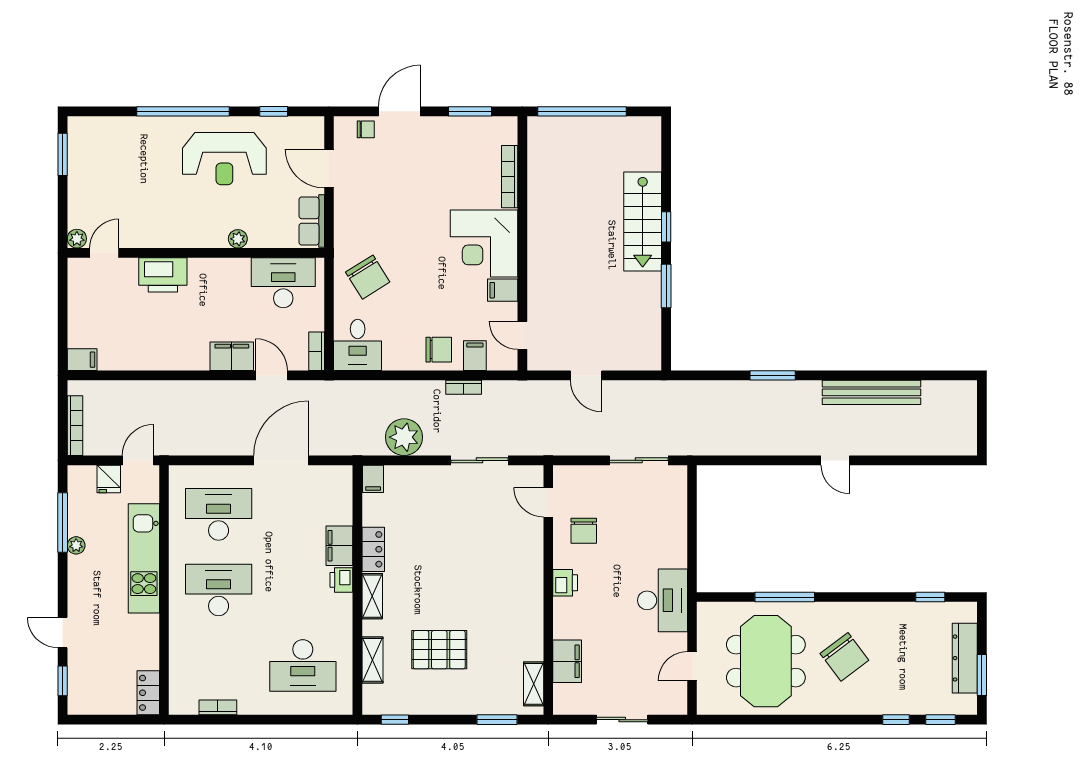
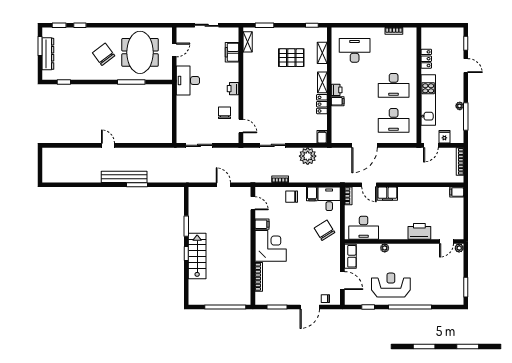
filing cabinet: (475, 356) -> (312, 194), moved
bench: (871, 392) -> (124, 177), moved
filing cabinet: (339, 546) -> (338, 101), width x0.50
locker: (148, 693) -> (426, 59), moved

